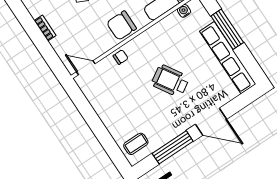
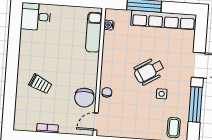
chair: (121, 26) -> (84, 98), moved
side table: (158, 109) -> (162, 94), added

